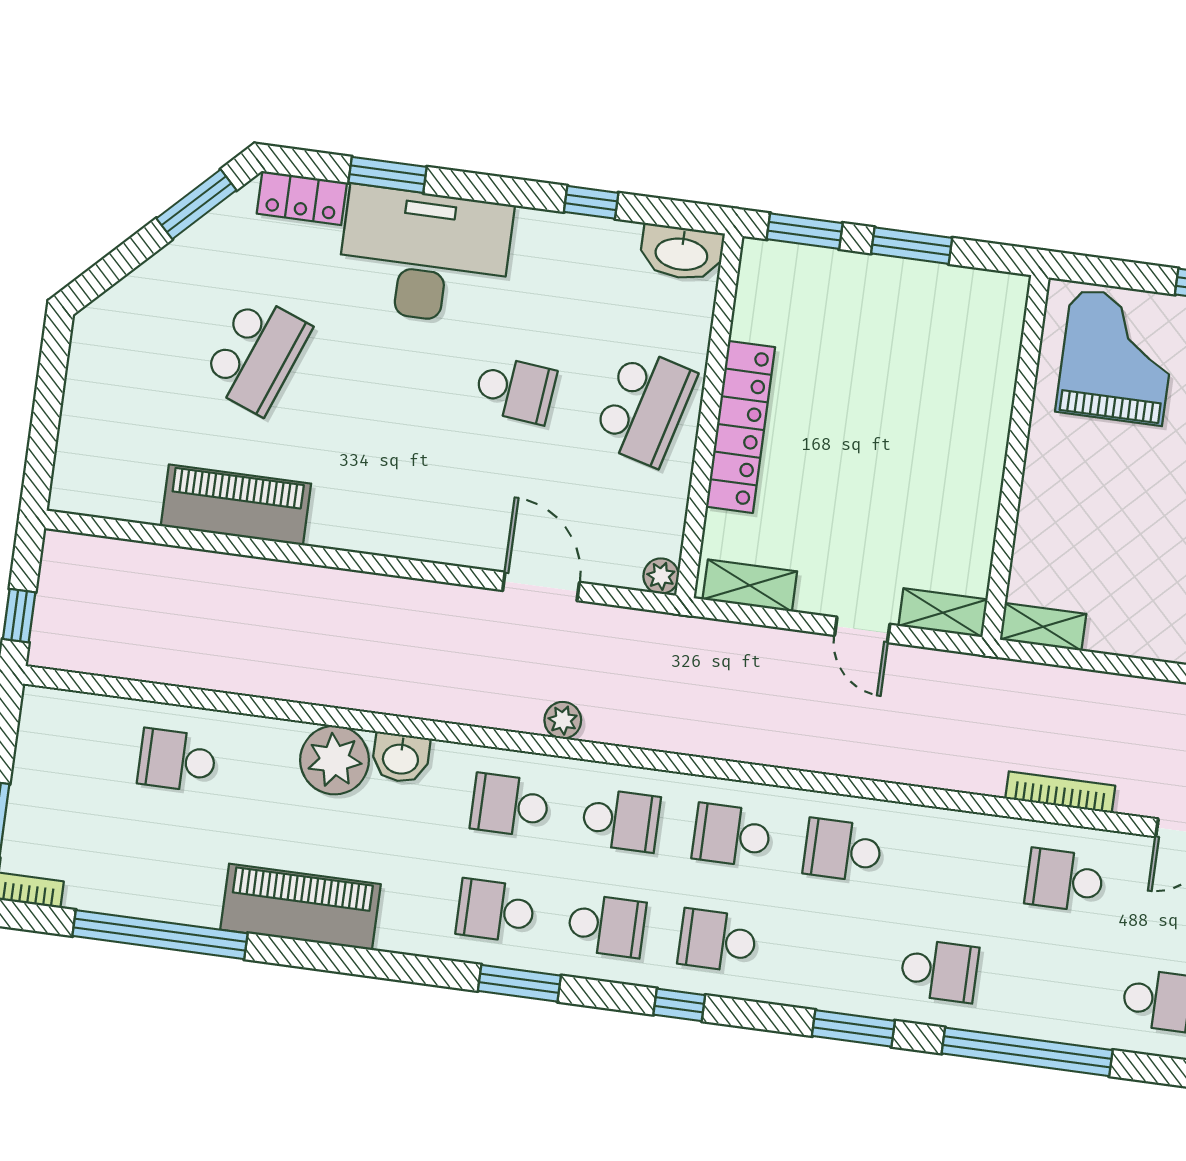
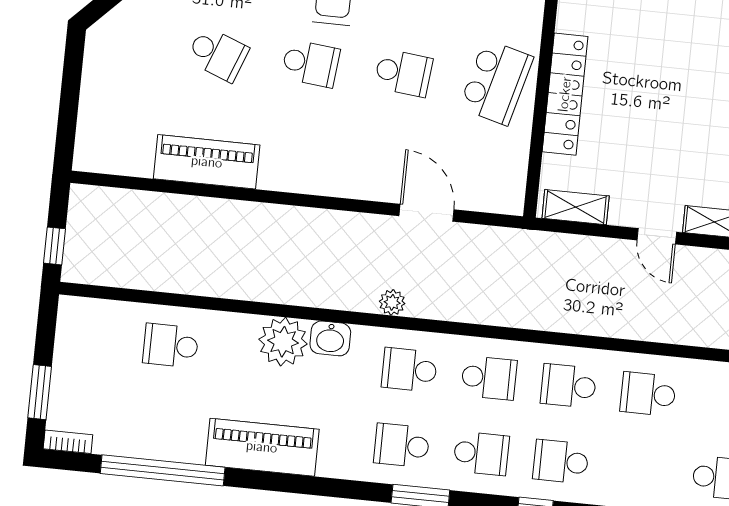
school desk: (256, 355) -> (218, 54), width x0.54
school desk: (386, 372) -> (311, 63), added
plant: (661, 576) -> (512, 203), removed
plant: (563, 720) -> (392, 302), moved

